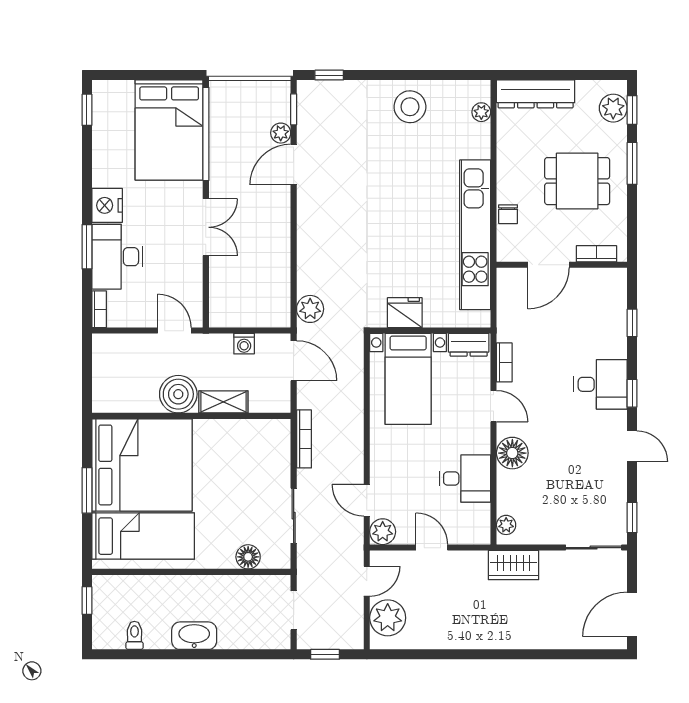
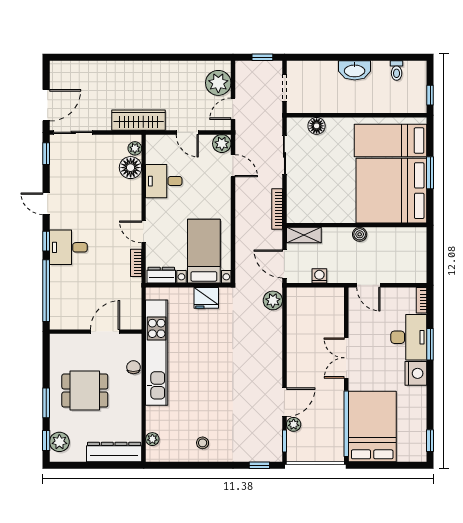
stool: (410, 107) -> (203, 443), width x0.53, depth x0.53
bookcase: (596, 254) -> (71, 339), removed
window: (632, 323) -> (46, 291), width x3.17
boiler: (178, 394) -> (360, 234), width x0.54, depth x0.54
shelving: (223, 402) -> (304, 235), moved
floor lamp: (512, 453) -> (131, 168), moved
wardrobe: (513, 565) -> (139, 120), width x1.50
door: (632, 614) -> (46, 105), moved

